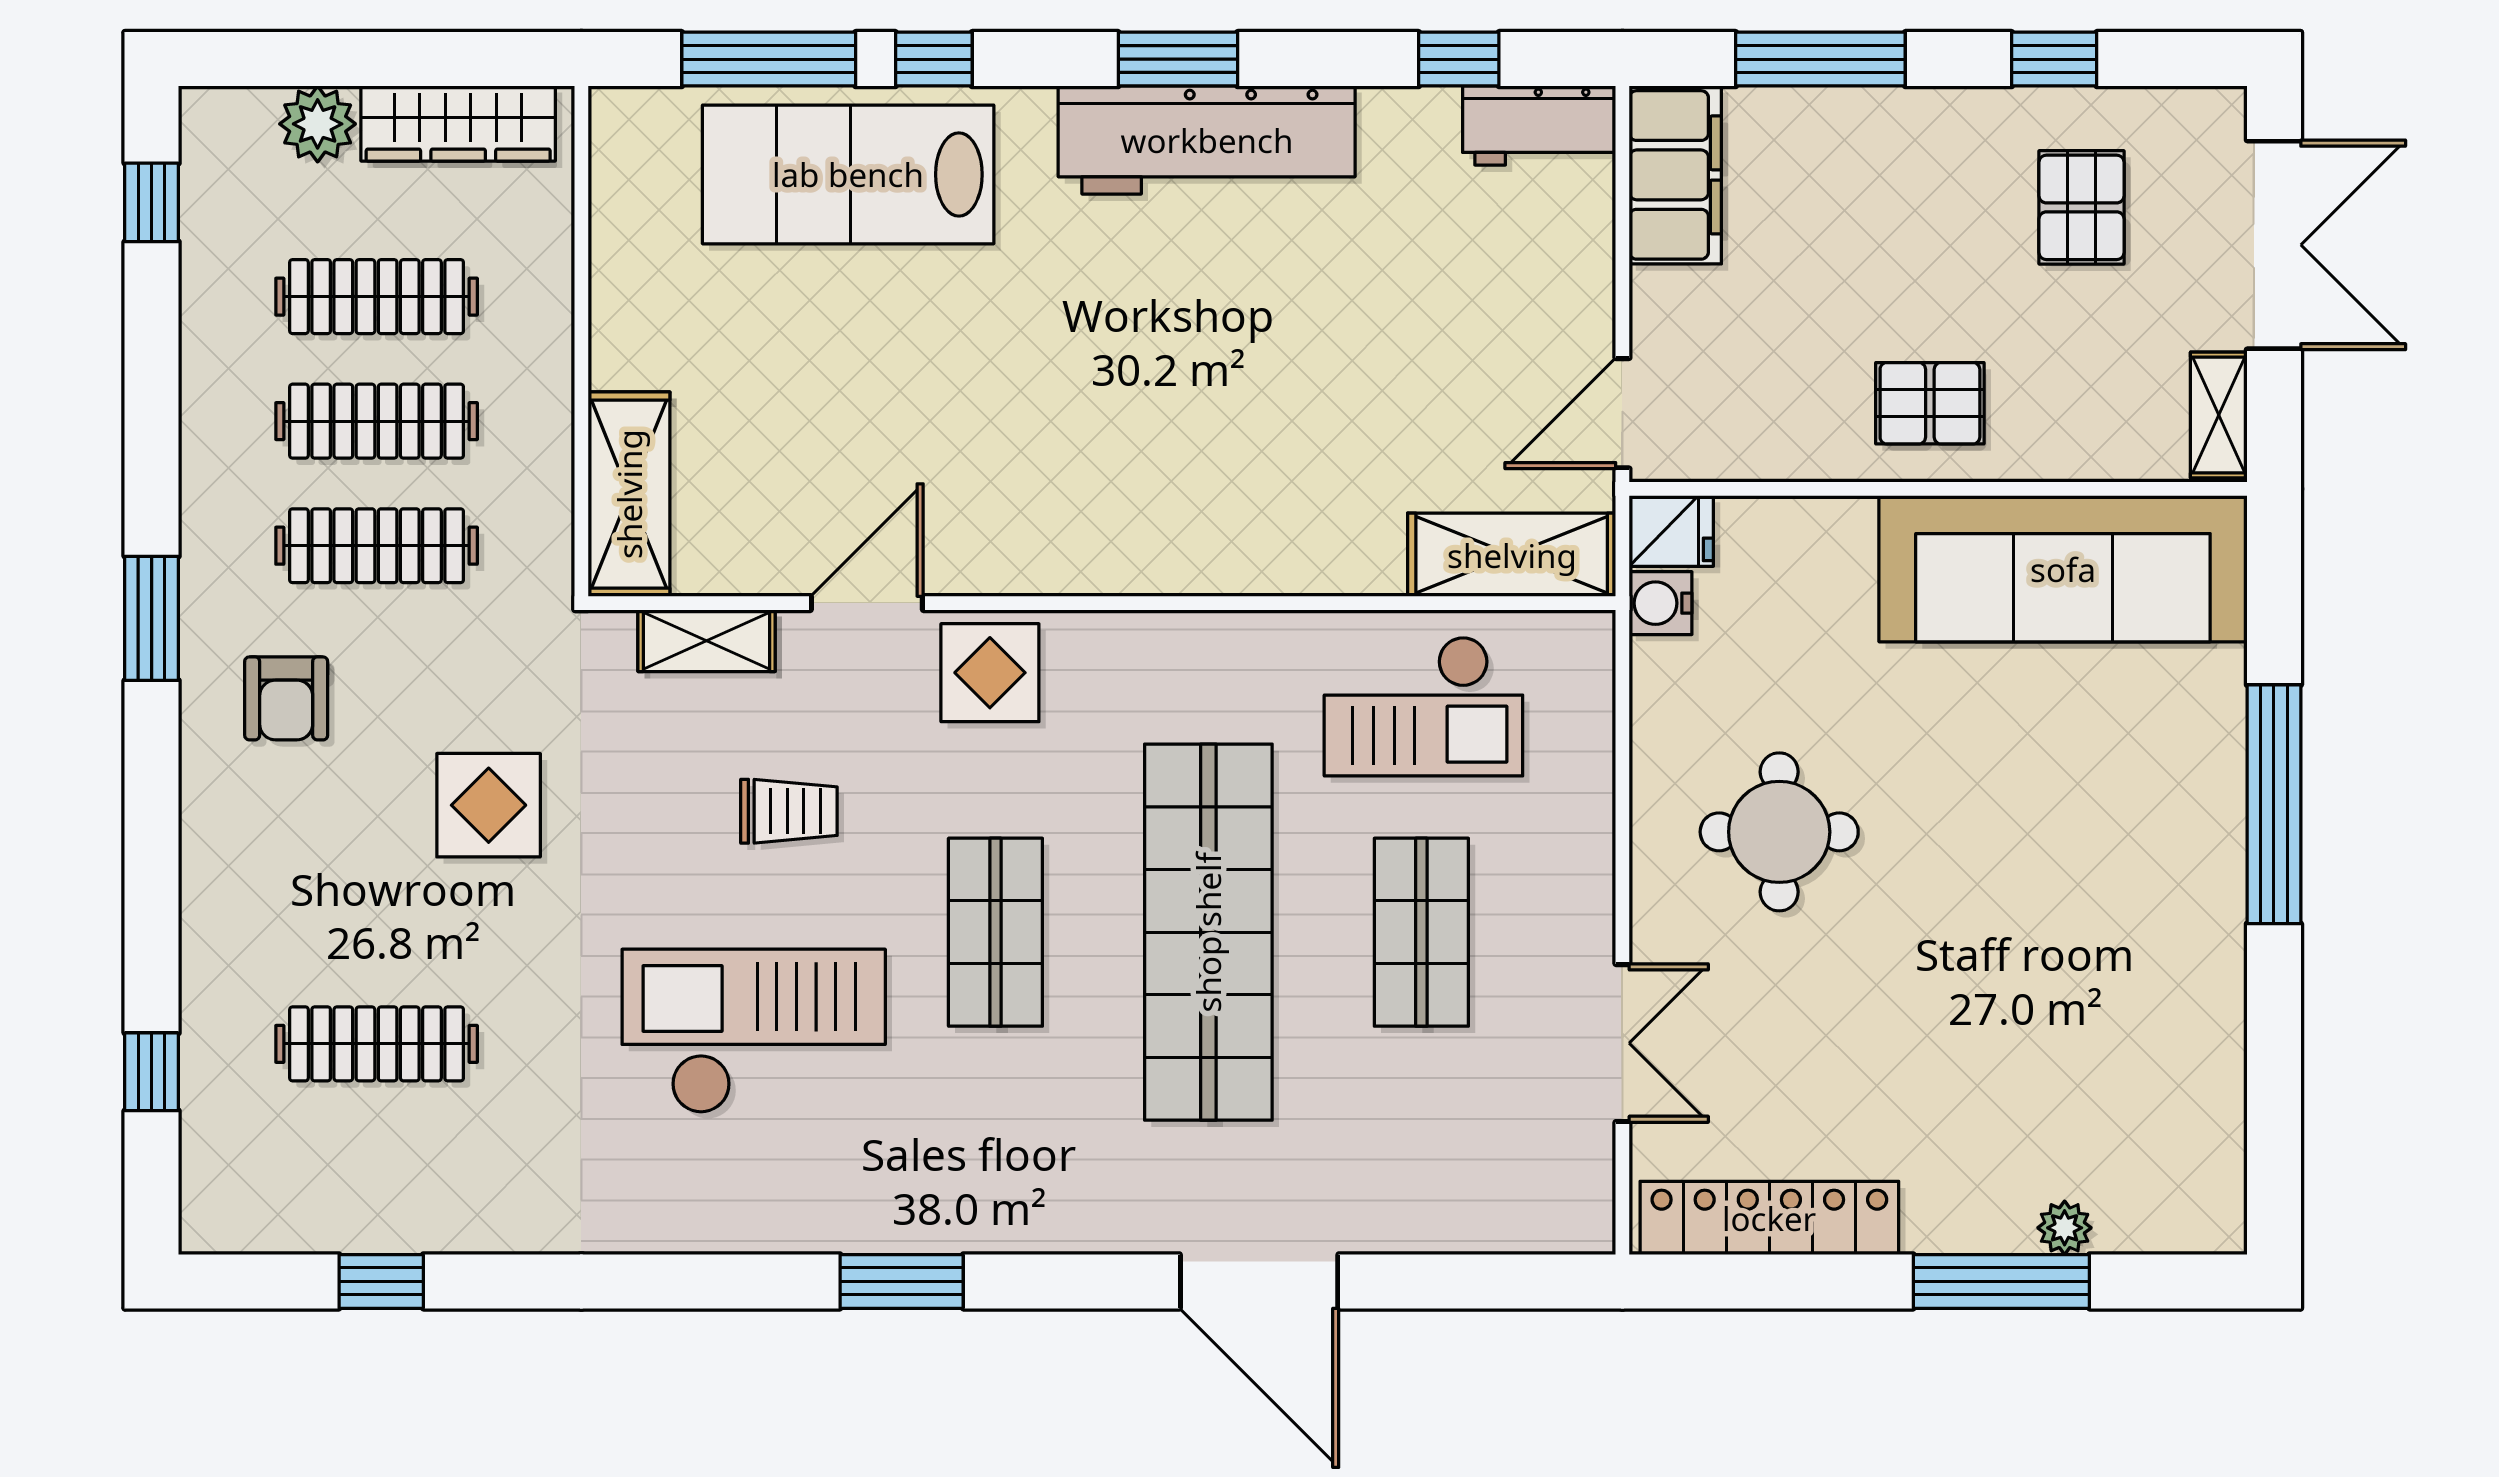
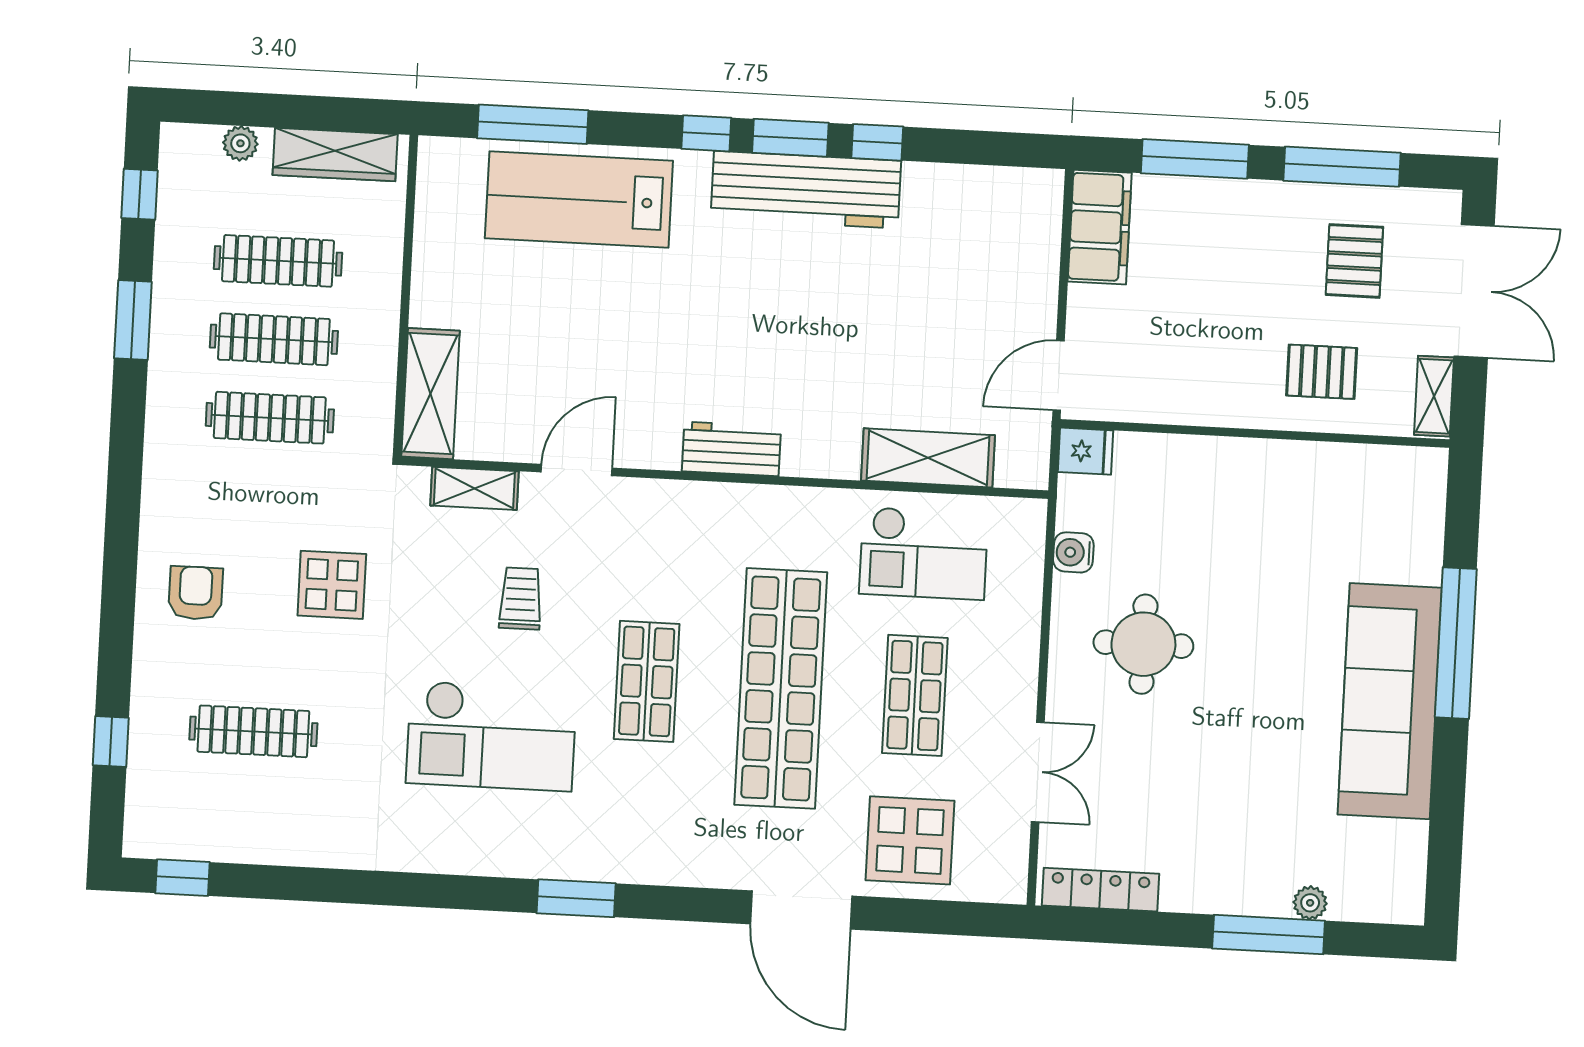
window: (934, 59) -> (706, 133), moved
window: (1459, 59) -> (877, 142), moved
window: (2054, 59) -> (1342, 167), width x2.17
plant: (318, 124) -> (240, 143), width x0.73, depth x0.73
workbench: (1539, 125) -> (732, 449), moved, turned 180
pallet: (1930, 403) -> (1322, 372), moved
shelving: (1512, 555) -> (928, 458), moved
sofa: (2063, 569) -> (1390, 701), moved, turned 90
water cooler: (1661, 603) -> (1073, 552), moved
window: (152, 618) -> (133, 320), moved
display table: (990, 673) -> (910, 840), moved, width x1.36, depth x1.36
armchair: (286, 698) -> (196, 593), moved, turned 180
trolley: (789, 811) -> (521, 598), turned -90
checkout: (754, 1031) -> (491, 736), turned 180
locker: (1769, 1218) -> (1100, 890), width x0.71, depth x0.83
window: (381, 1281) -> (183, 878), moved

